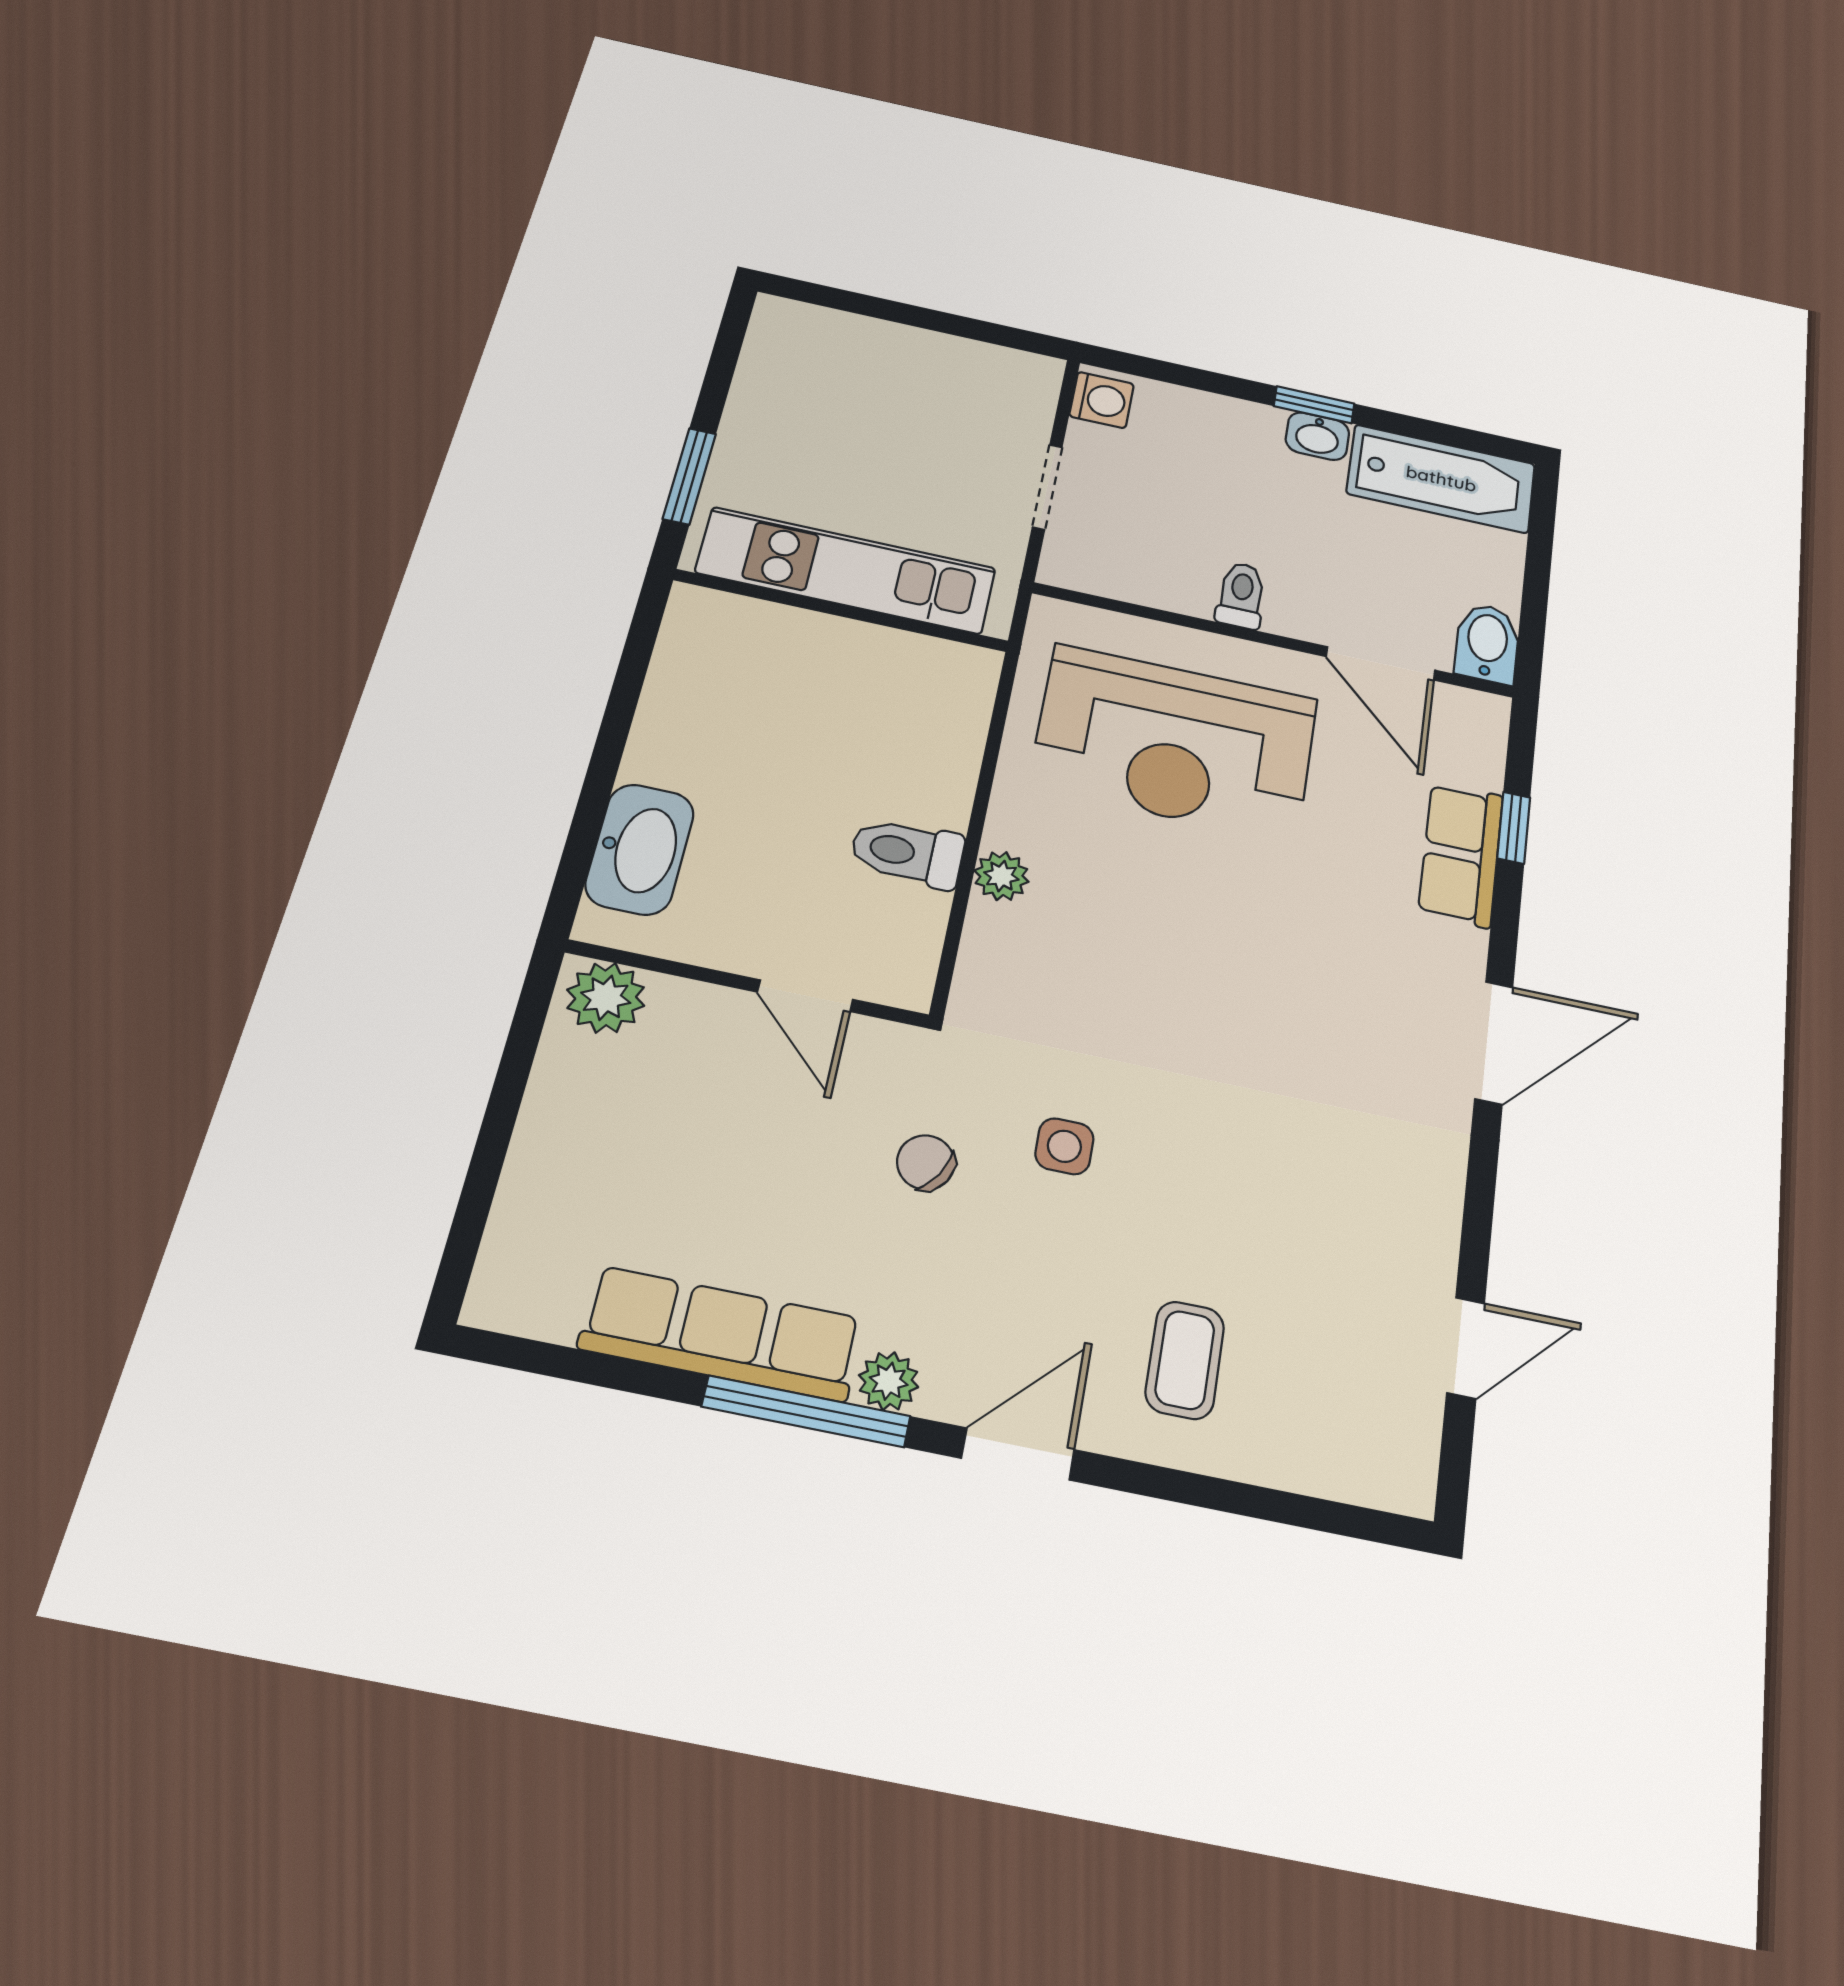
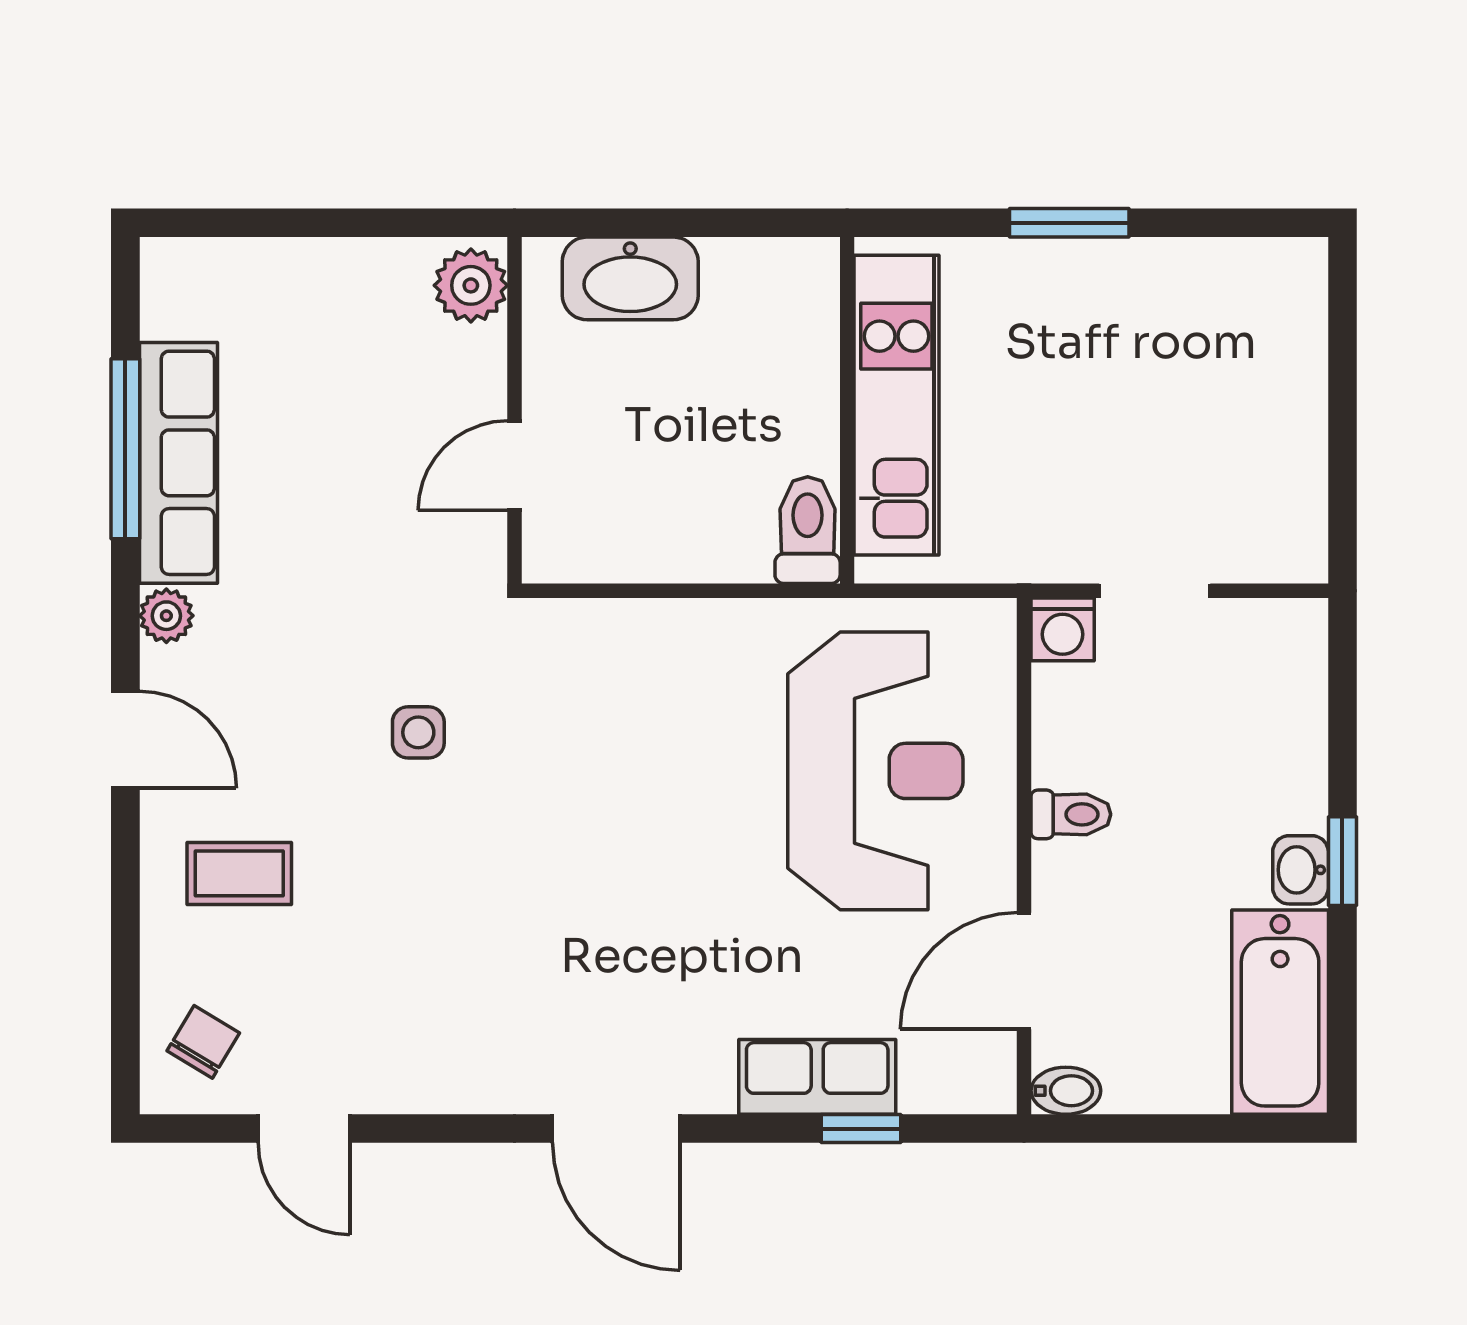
washing machine: (1102, 400) -> (1063, 629), moved
kitchen unit: (846, 570) -> (896, 405), moved
wall: (841, 610) -> (847, 410), moved
bidet: (1487, 643) -> (1066, 1091), width x0.72, depth x0.74
reception desk: (1175, 743) -> (875, 771), turned 180
toilet: (907, 853) -> (808, 530), moved
plant: (1001, 876) -> (683, 625), removed
chair: (926, 1162) -> (203, 1042), moved
window: (806, 1411) -> (125, 449), moved

